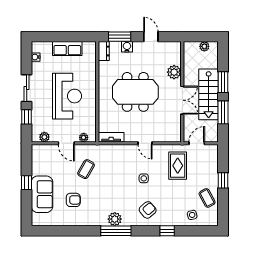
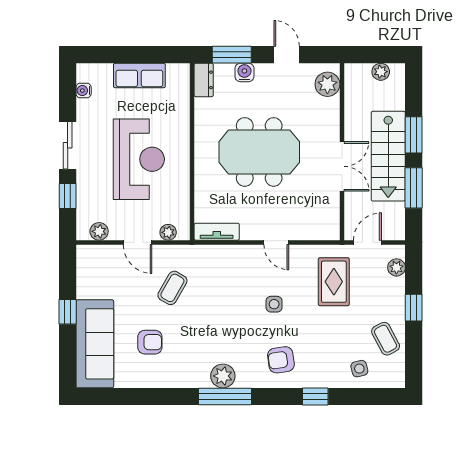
plant: (174, 72) -> (327, 84), moved
plant: (213, 157) -> (396, 267), added
sofa: (42, 194) -> (95, 344), width x1.36
armchair: (148, 210) -> (281, 360), turned -147

